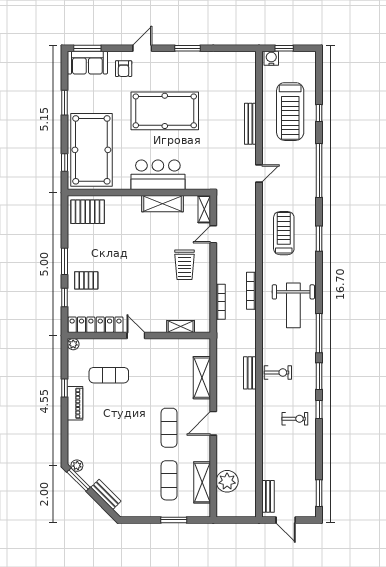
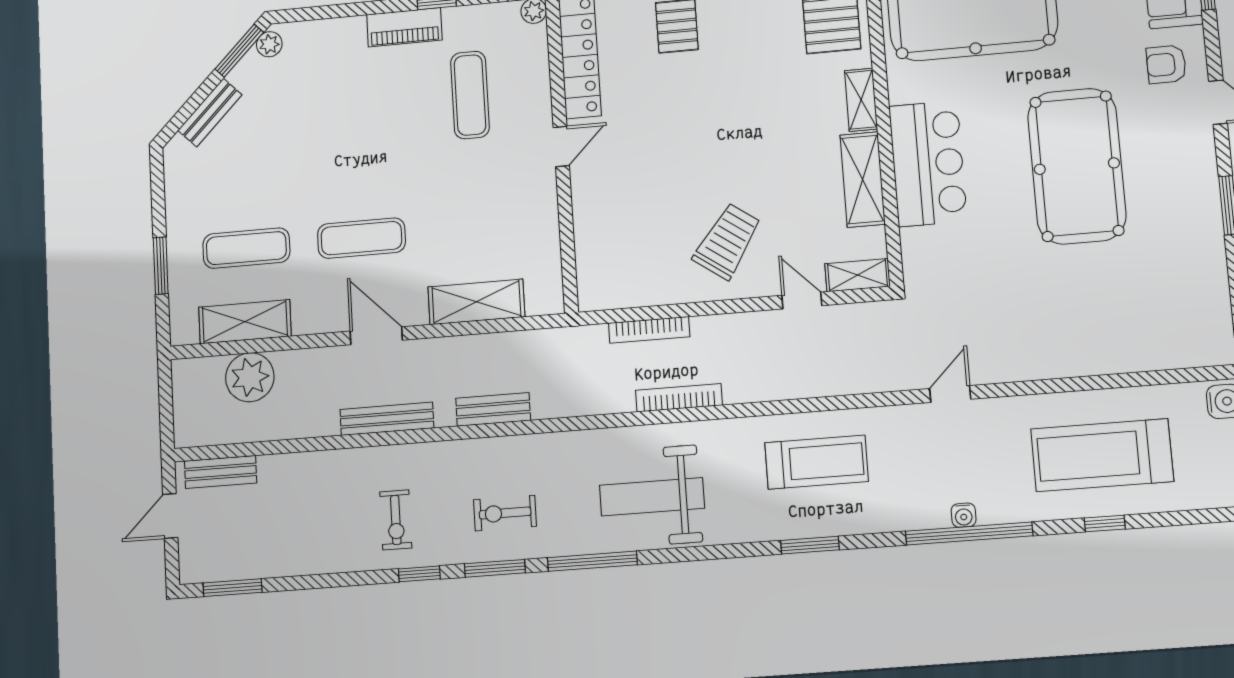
bench: (250, 124) -> (387, 419), moved
water cooler: (311, 172) -> (964, 515), added
door: (259, 173) -> (950, 394), swing flipped
trolley: (184, 265) -> (727, 241), turned 125
shelving: (181, 326) -> (861, 100), moved
exercise bike: (278, 373) -> (505, 513), moved, turned 90

